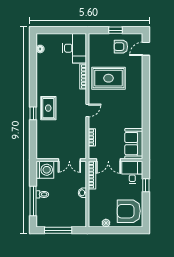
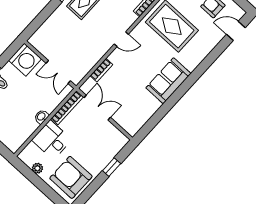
sofa: (134, 144) -> (168, 81), moved
double door: (108, 160) -> (97, 108), swing flipped
desk: (132, 172) -> (52, 140), moved, turned -90

